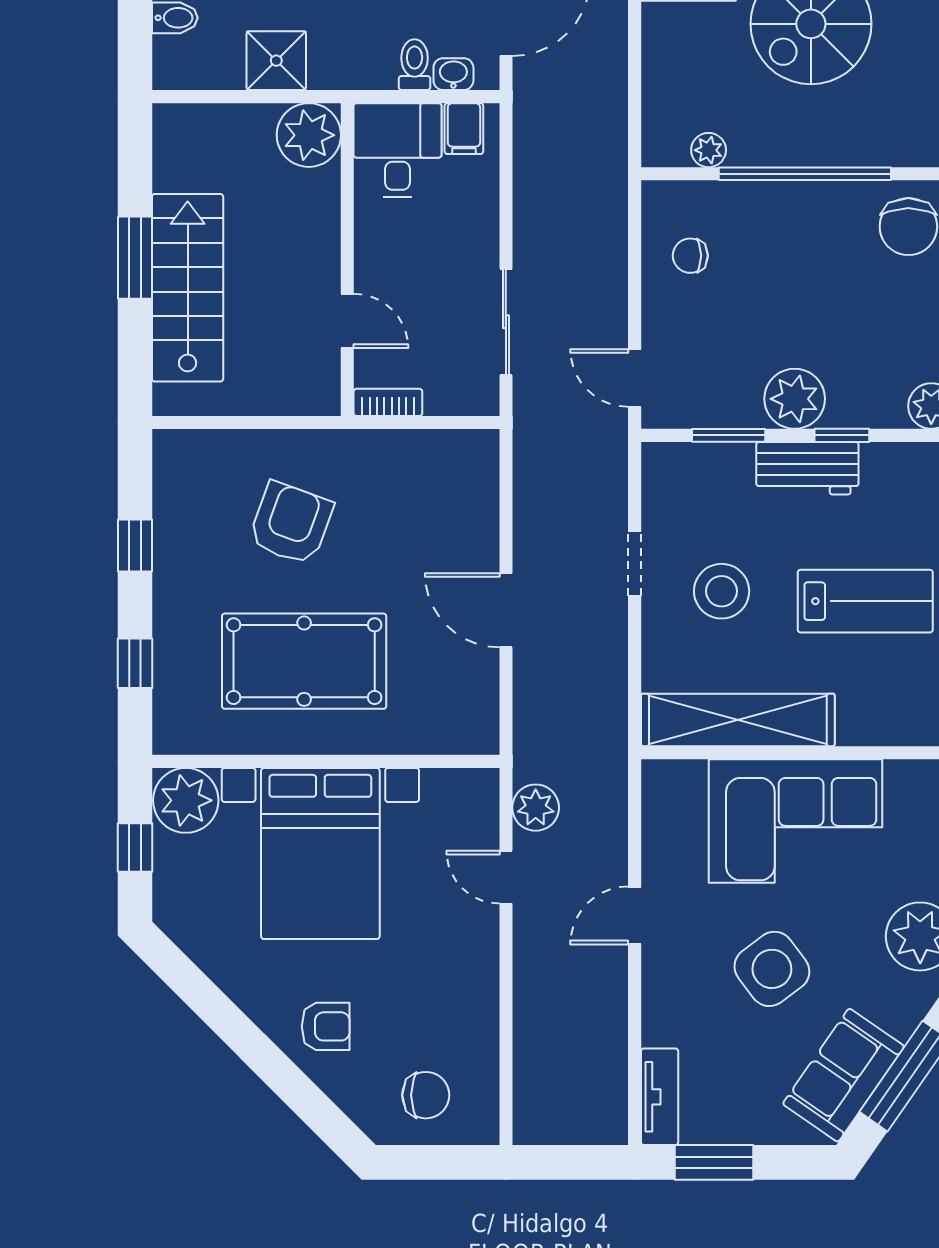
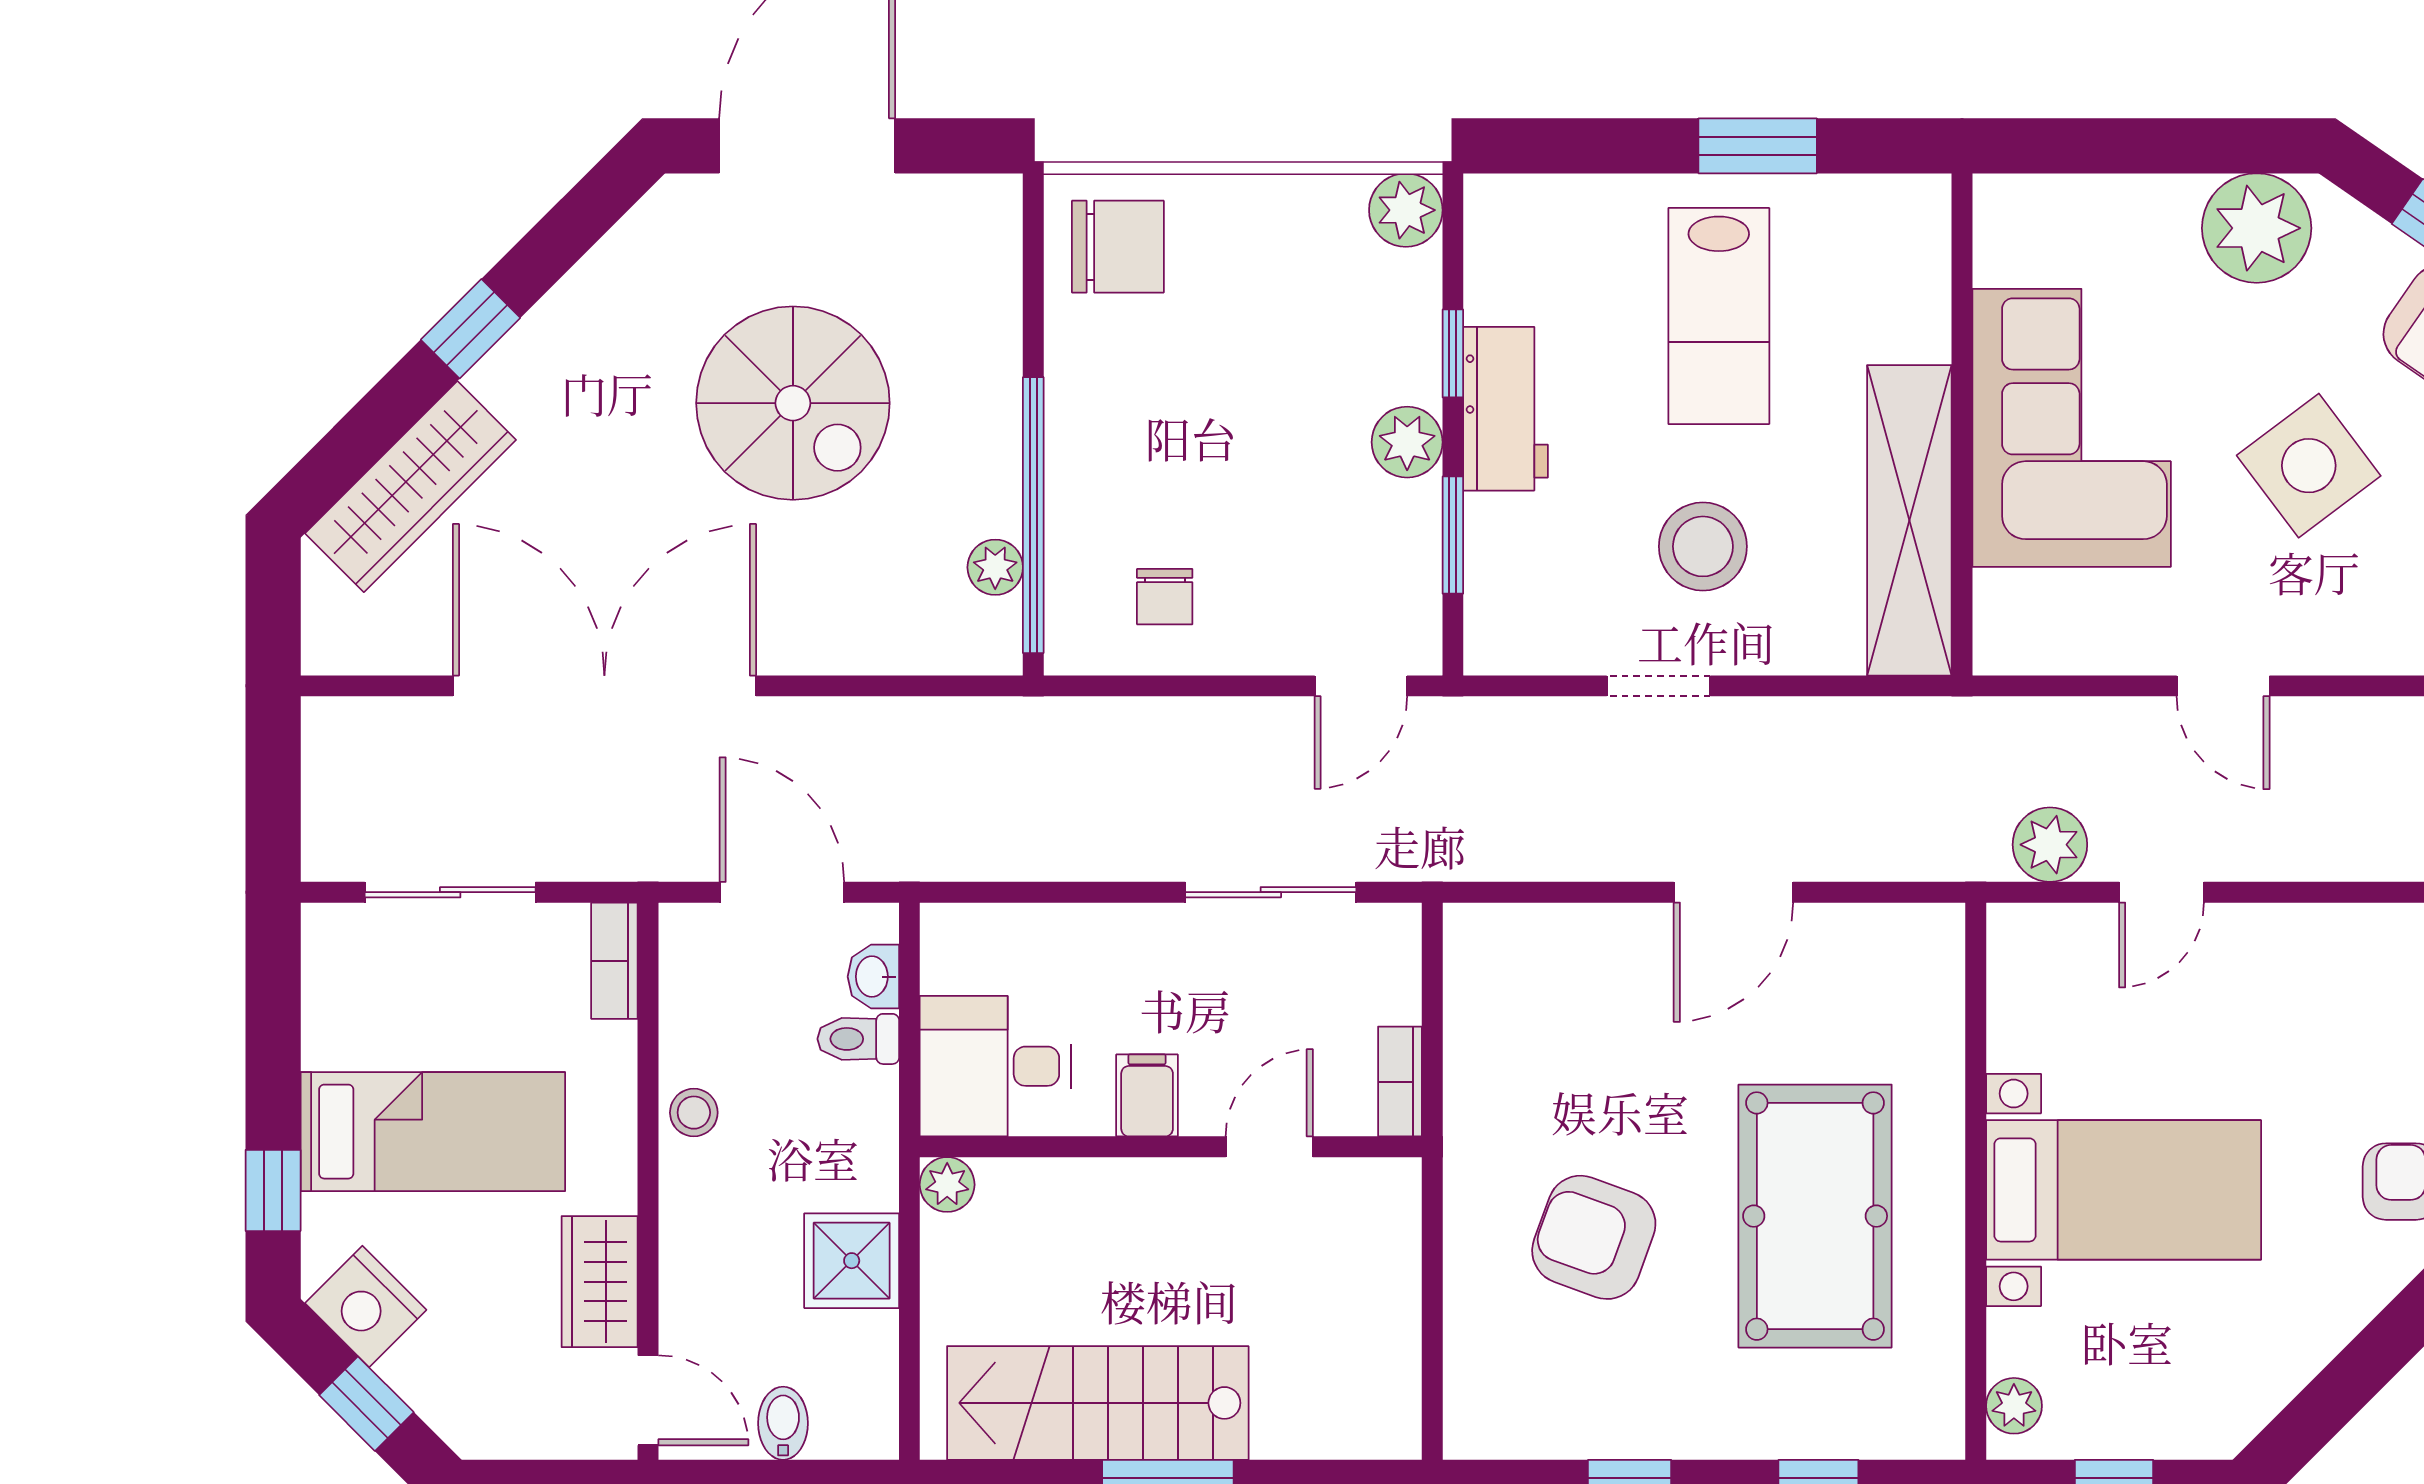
filing cabinet: (464, 129) -> (1147, 1095), moved, turned -90
plant: (309, 135) -> (947, 1185), width x0.53, depth x0.53
window: (805, 174) -> (1033, 515), moved
stairs: (188, 288) -> (1098, 1403), moved
plant: (795, 399) -> (1407, 442), width x0.73, depth x0.73
lab bench: (865, 601) -> (1719, 316), turned 180
plant: (186, 800) -> (2014, 1406), width x0.53, depth x0.53
bed with nightstands: (320, 853) -> (2124, 1190), width x0.73

